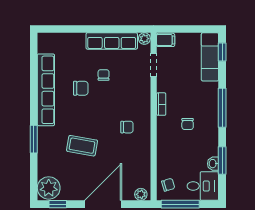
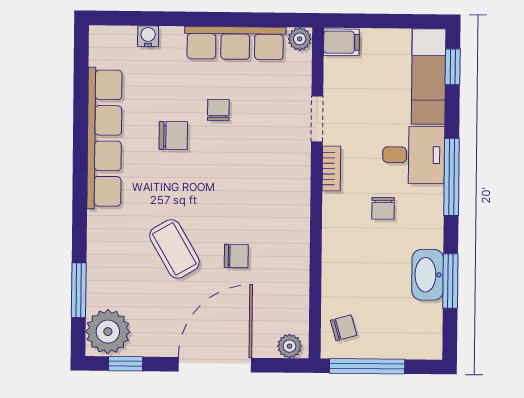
water cooler: (67, 38) -> (148, 36), added
doorway: (154, 65) -> (317, 119), moved
chair: (127, 127) -> (236, 256), moved
window: (34, 139) -> (79, 290), moved
coffee table: (82, 146) -> (174, 249), turned 50
washbasin: (213, 164) -> (428, 275), width x1.91, depth x1.45
desk: (203, 186) -> (414, 155), moved

